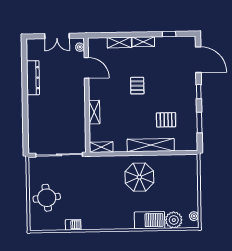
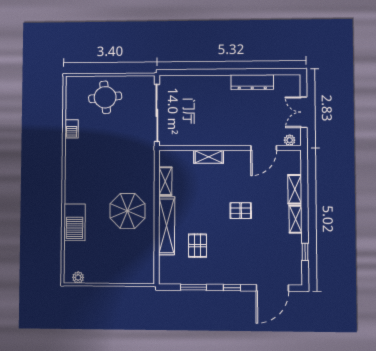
shelving: (101, 147) -> (165, 181), moved
plant: (174, 220) -> (74, 252), removed

